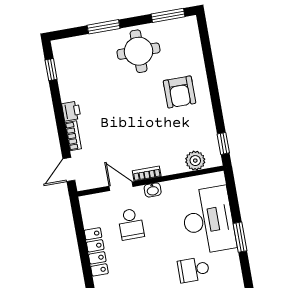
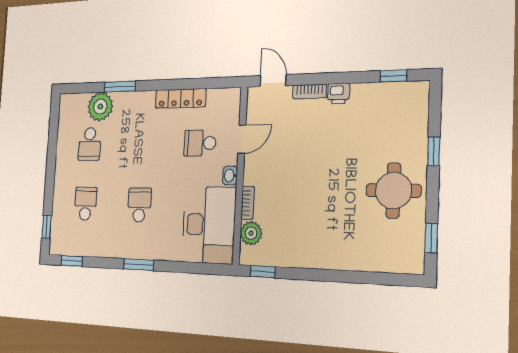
window: (168, 15) -> (431, 238), width x0.67
window: (104, 27) -> (434, 151), width x0.67
armchair: (179, 92) -> (333, 232), removed
bookcase: (147, 174) -> (248, 203), moved
desk: (208, 220) -> (209, 225), moved, turned -90
window: (240, 237) -> (139, 265), moved

